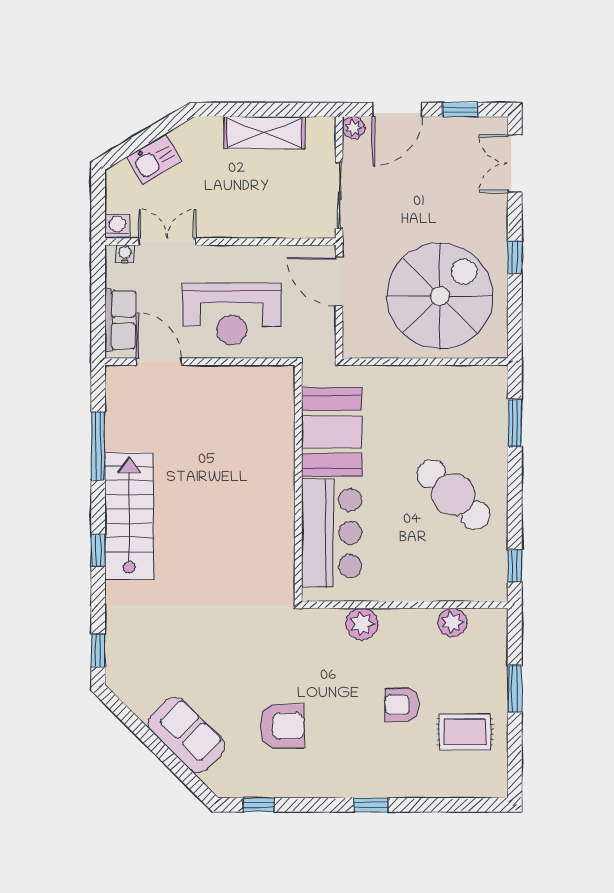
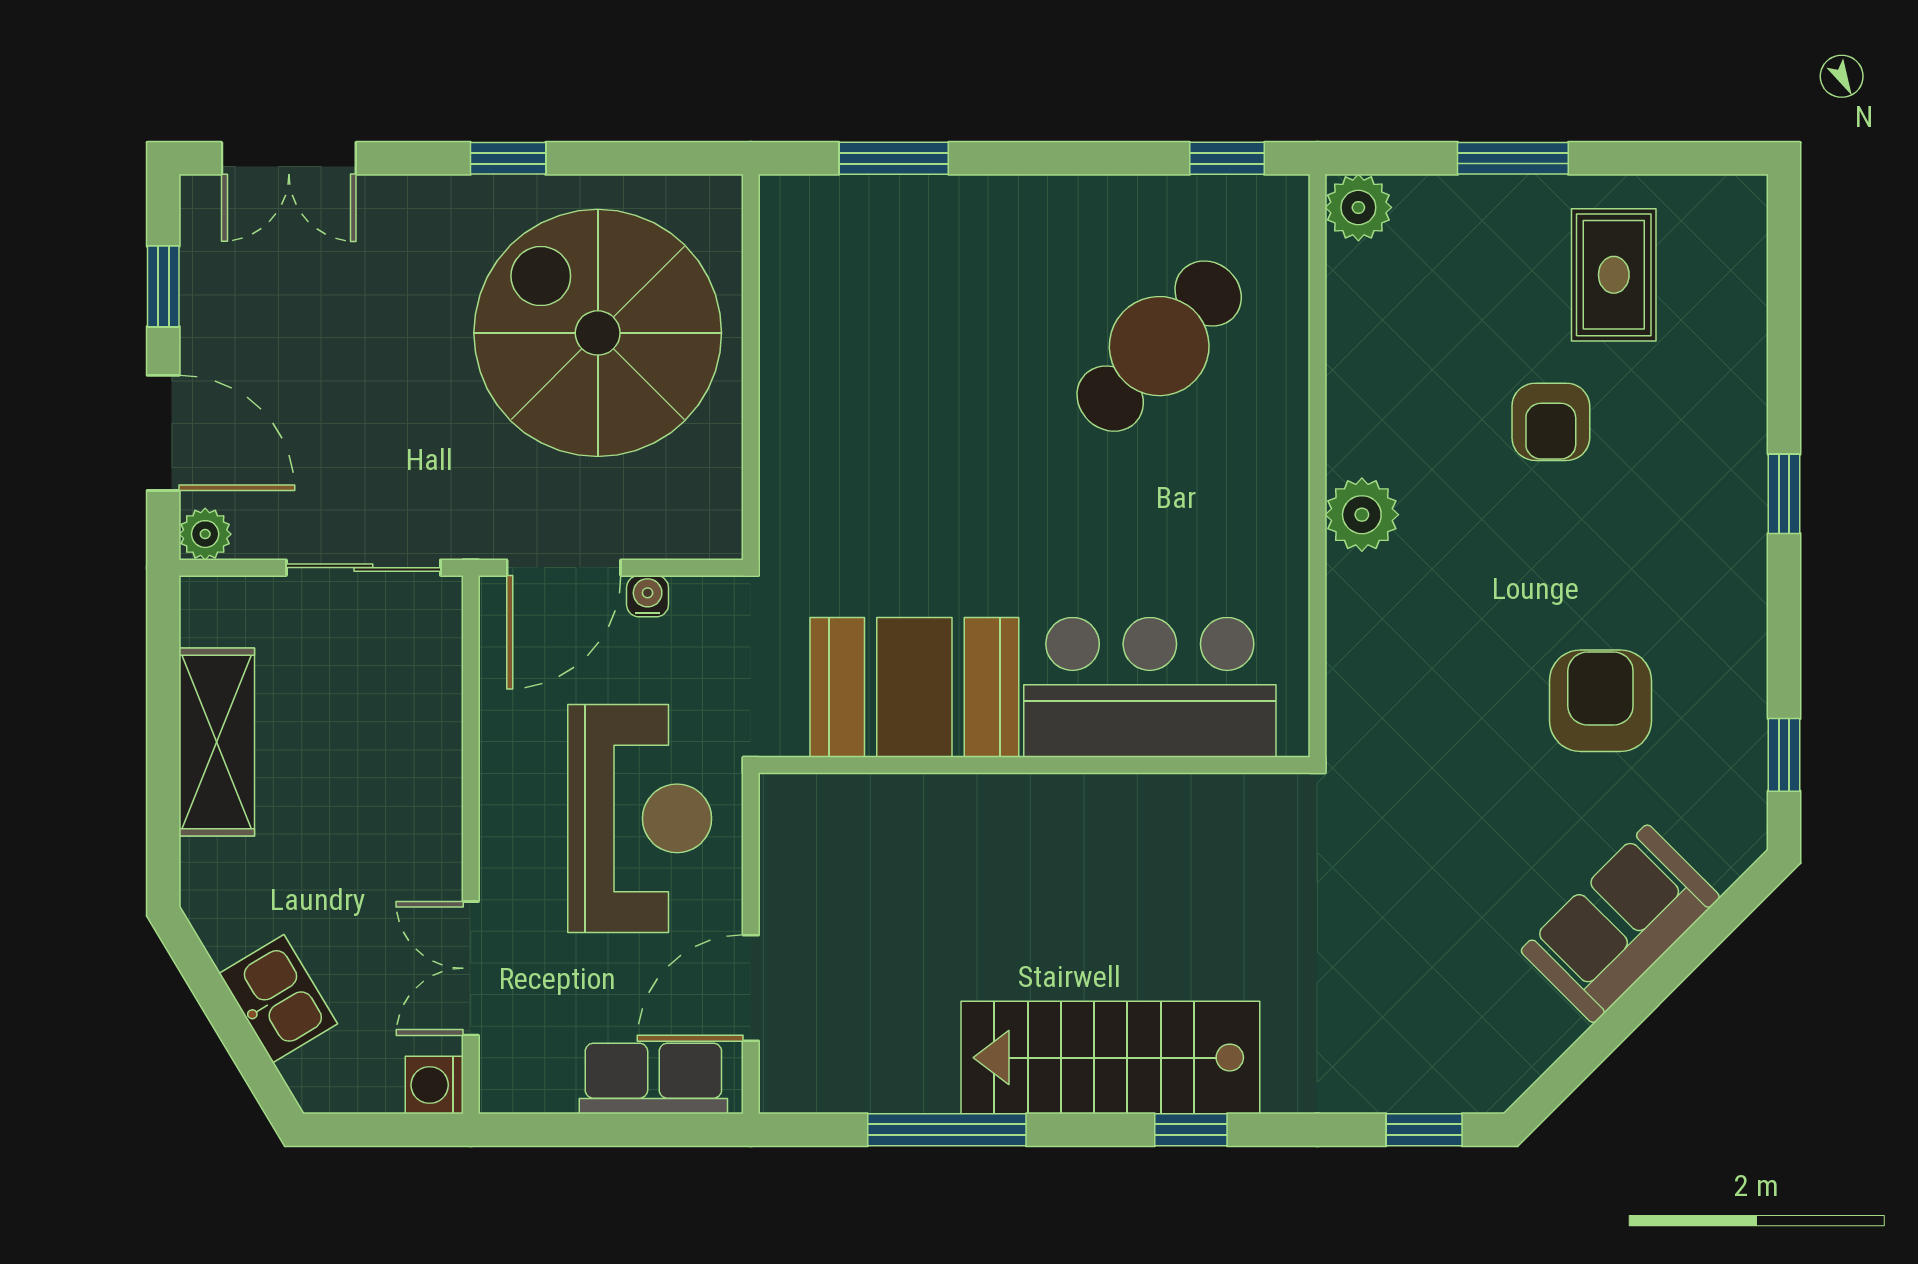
water cooler: (125, 254) -> (648, 596), moved, turned 90
booth: (332, 432) -> (914, 687), moved
wall: (298, 483) -> (1034, 765), moved
cafe table: (453, 495) -> (1159, 346), moved
bar counter: (332, 533) -> (1150, 687), moved
plant: (453, 622) -> (1358, 207), moved

